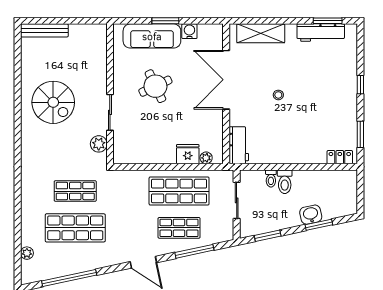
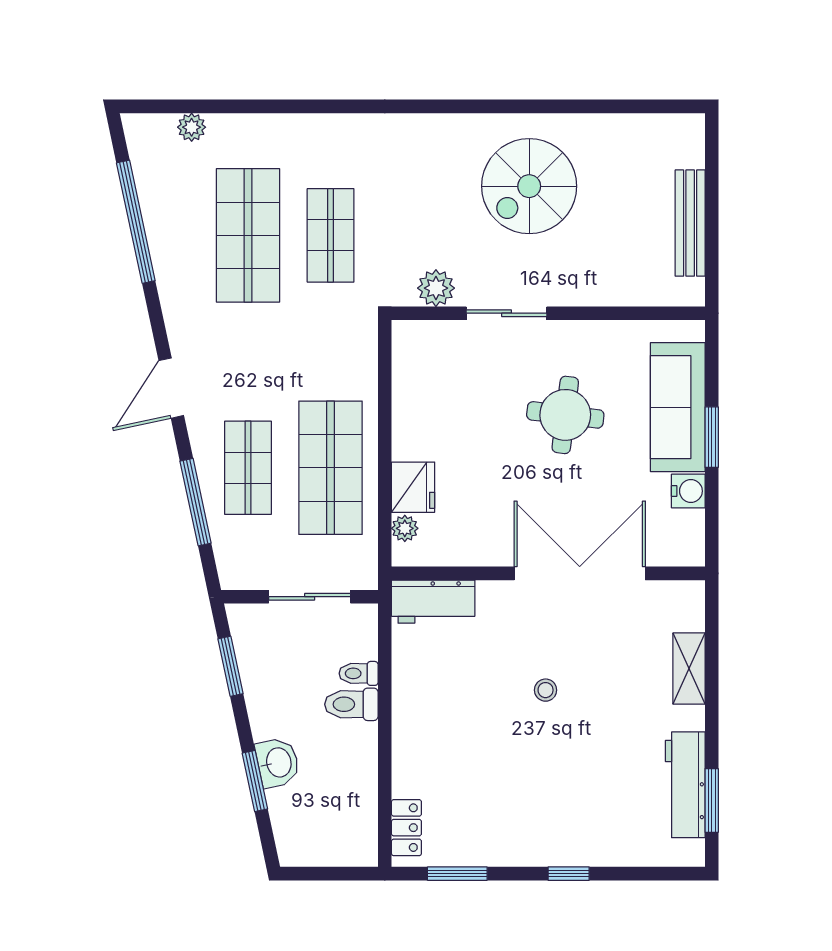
bench: (44, 30) -> (690, 223), moved
shelving: (261, 33) -> (689, 669), width x0.67, depth x0.75
round table: (155, 86) -> (565, 415), turned 32

